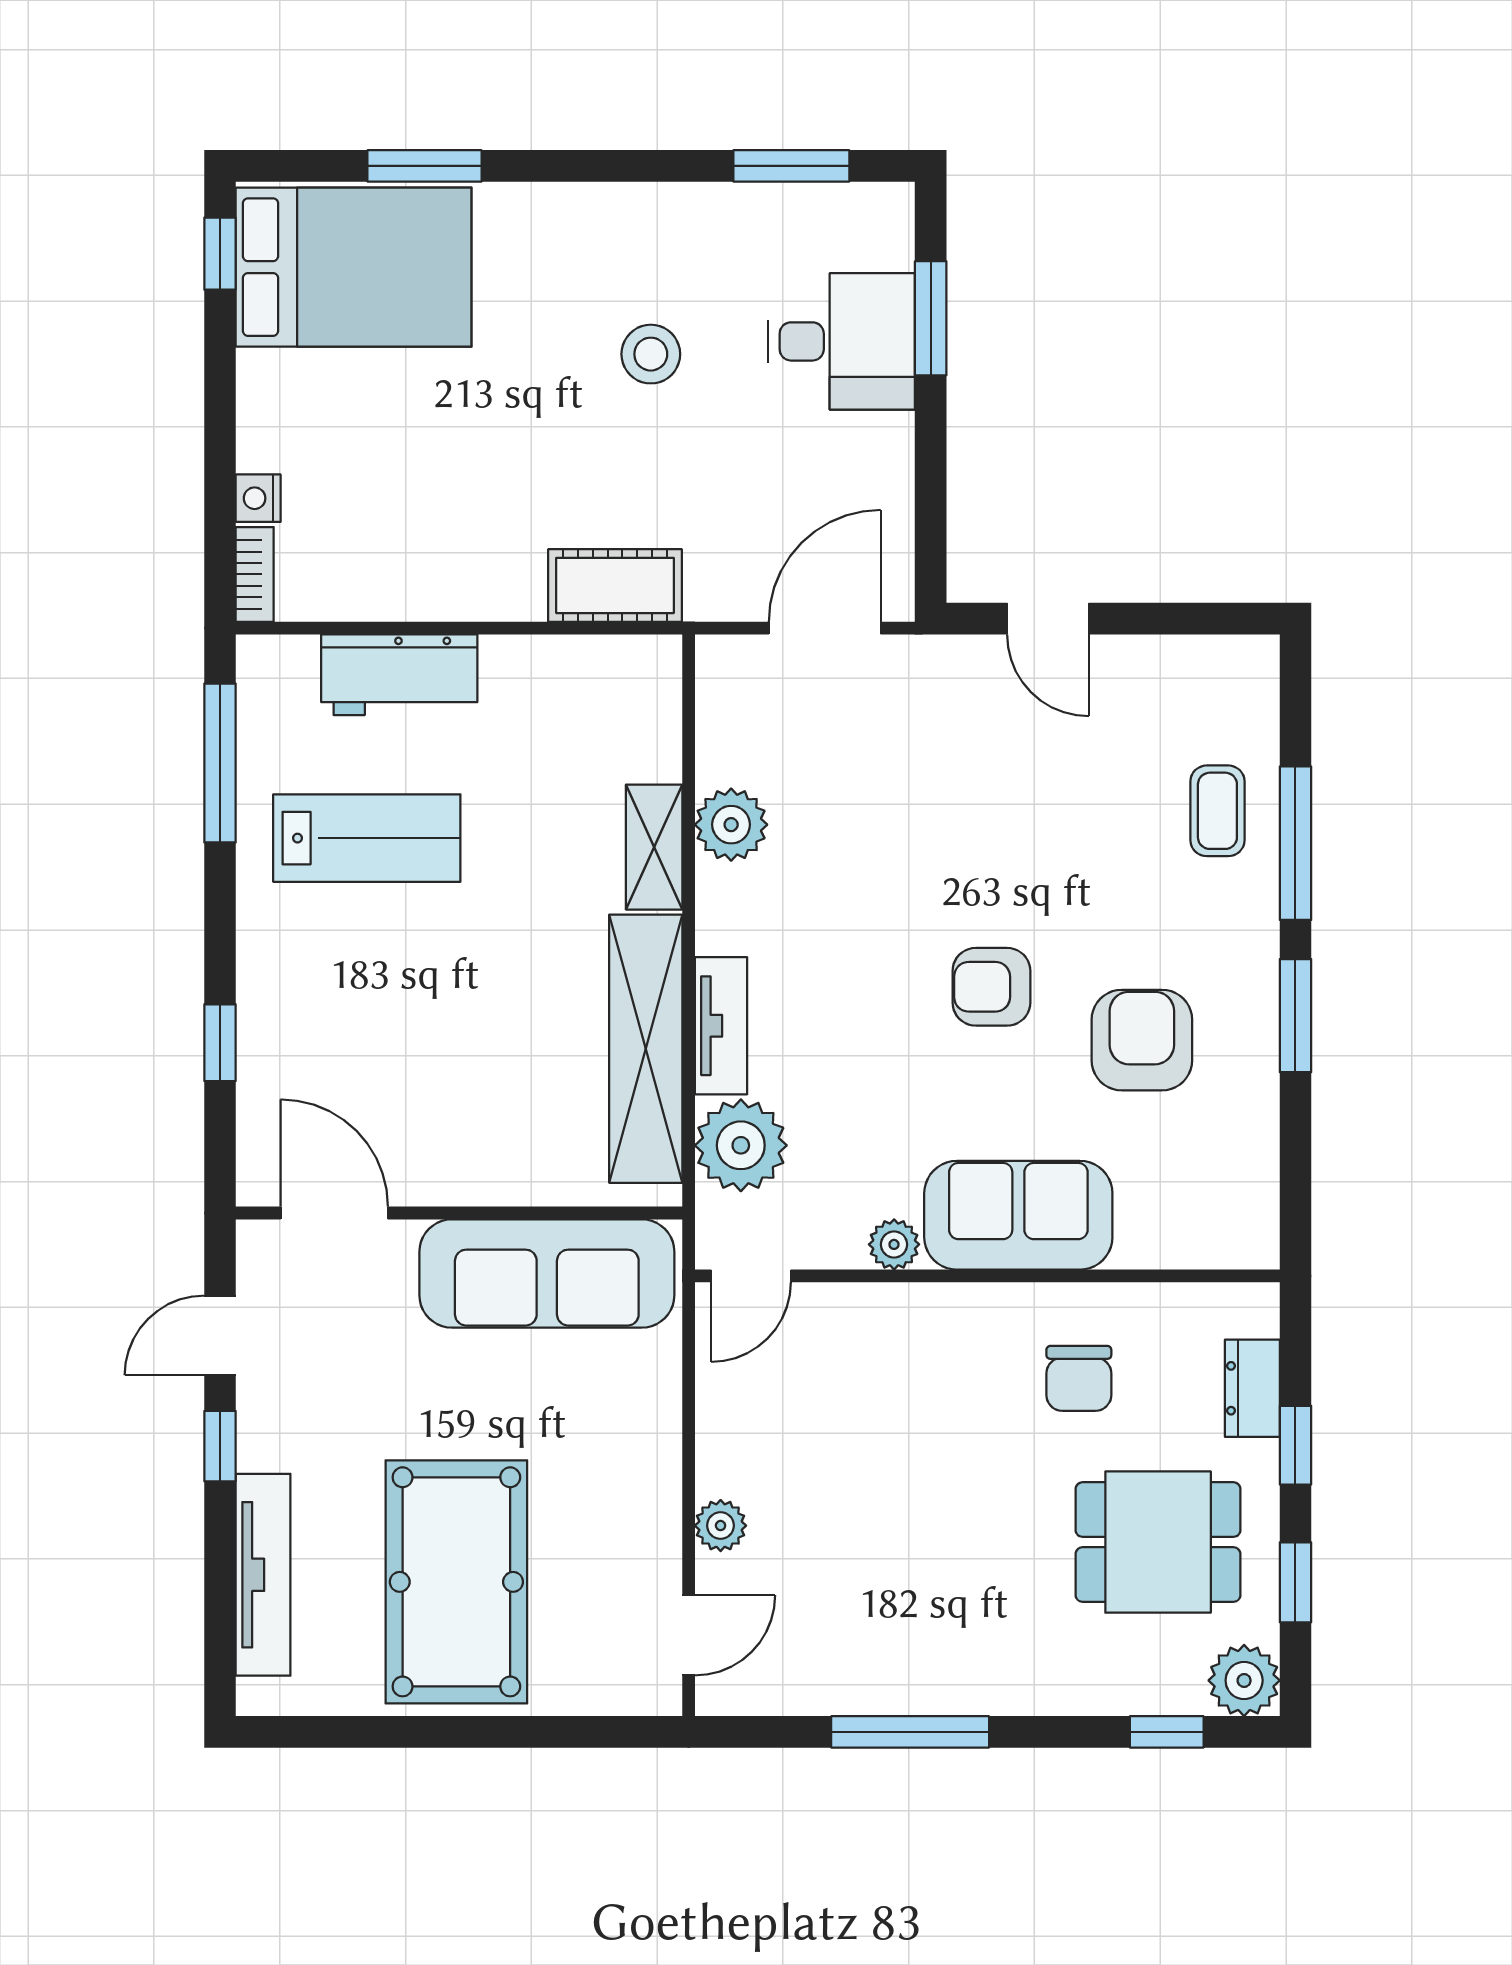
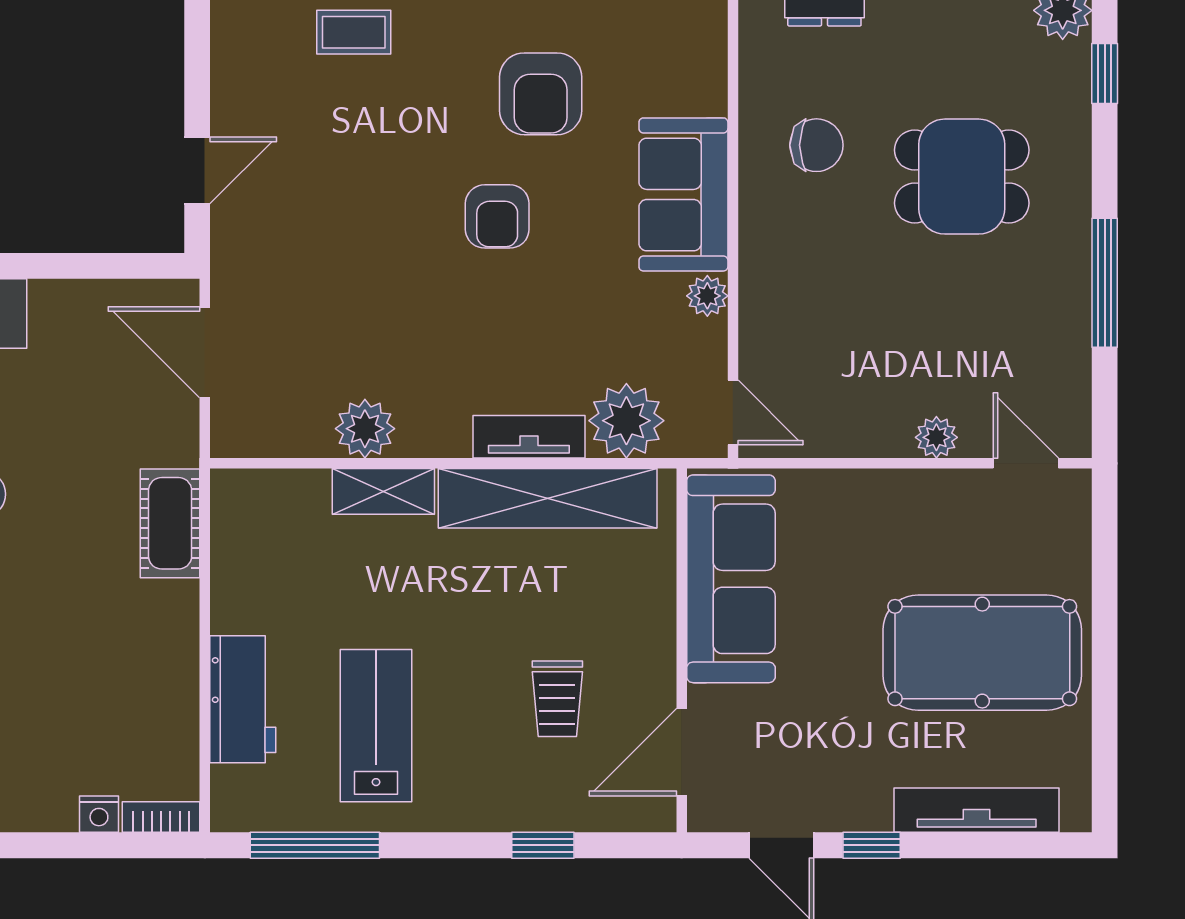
armchair: (1142, 1040) -> (541, 94), turned -90
trolley: (400, 1061) -> (557, 699), added
dining table: (1158, 1542) -> (962, 177), moved, turned 90

